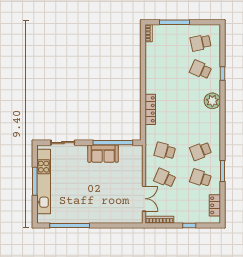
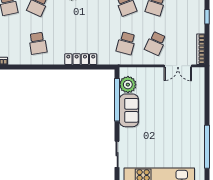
school desk: (165, 70) -> (38, 43), added
plant: (127, 153) -> (128, 85), added
double door: (144, 199) -> (178, 66), swing flipped

